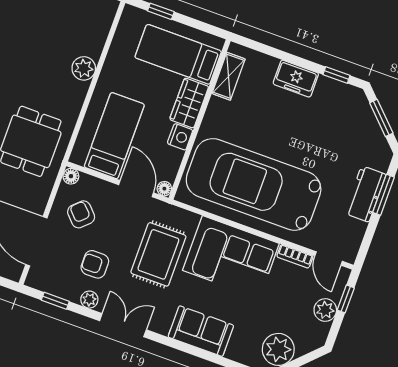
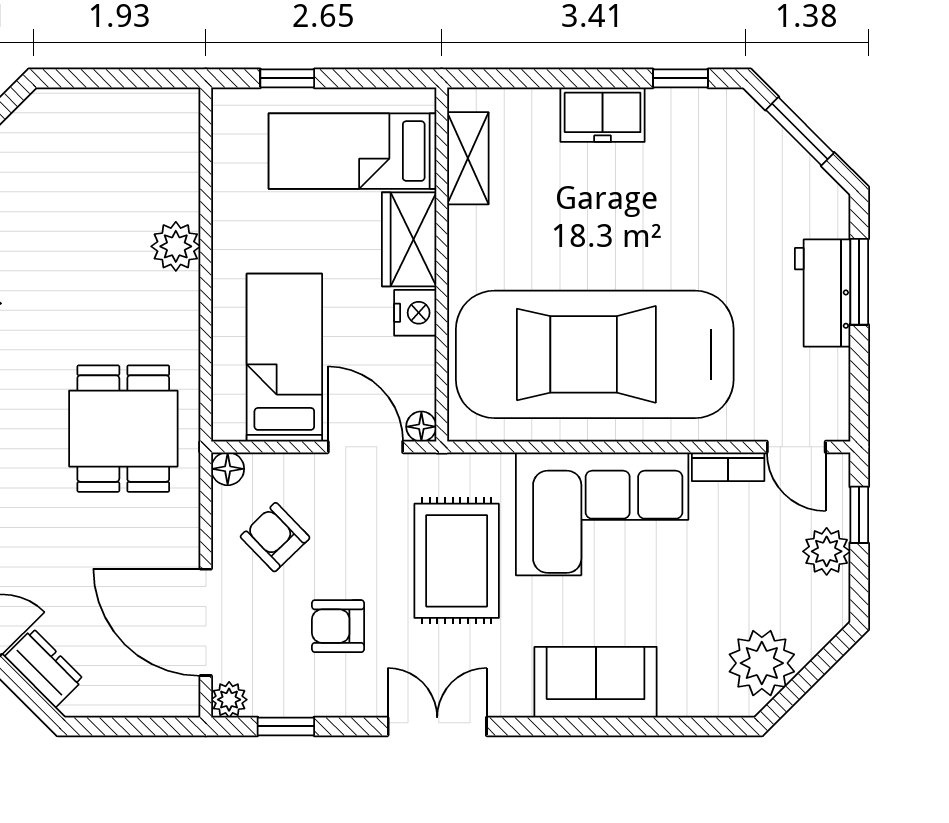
plant: (89, 300) -> (229, 700), moved

